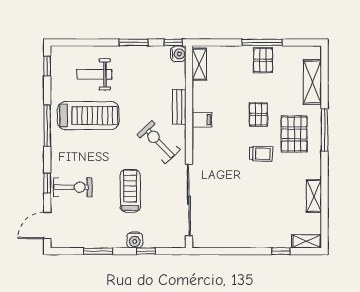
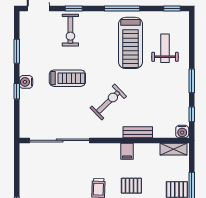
water cooler: (178, 54) -> (182, 131), moved
shelving: (199, 64) -> (174, 149), moved
bench: (179, 107) -> (138, 132), moved
filing cabinet: (202, 120) -> (127, 151), moved
wall: (189, 147) -> (104, 140), moved
sliding door: (189, 200) -> (60, 140), moved

